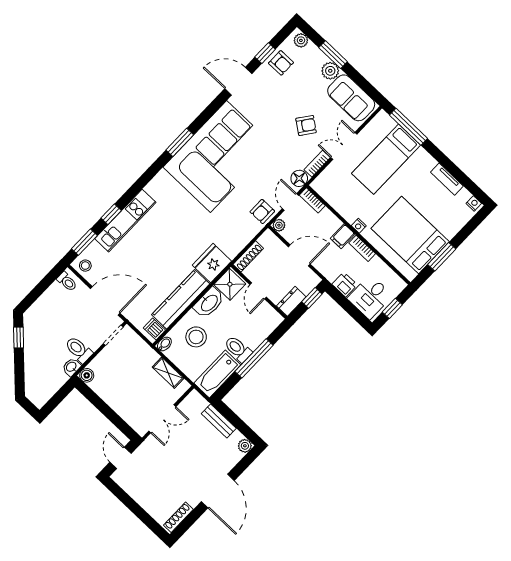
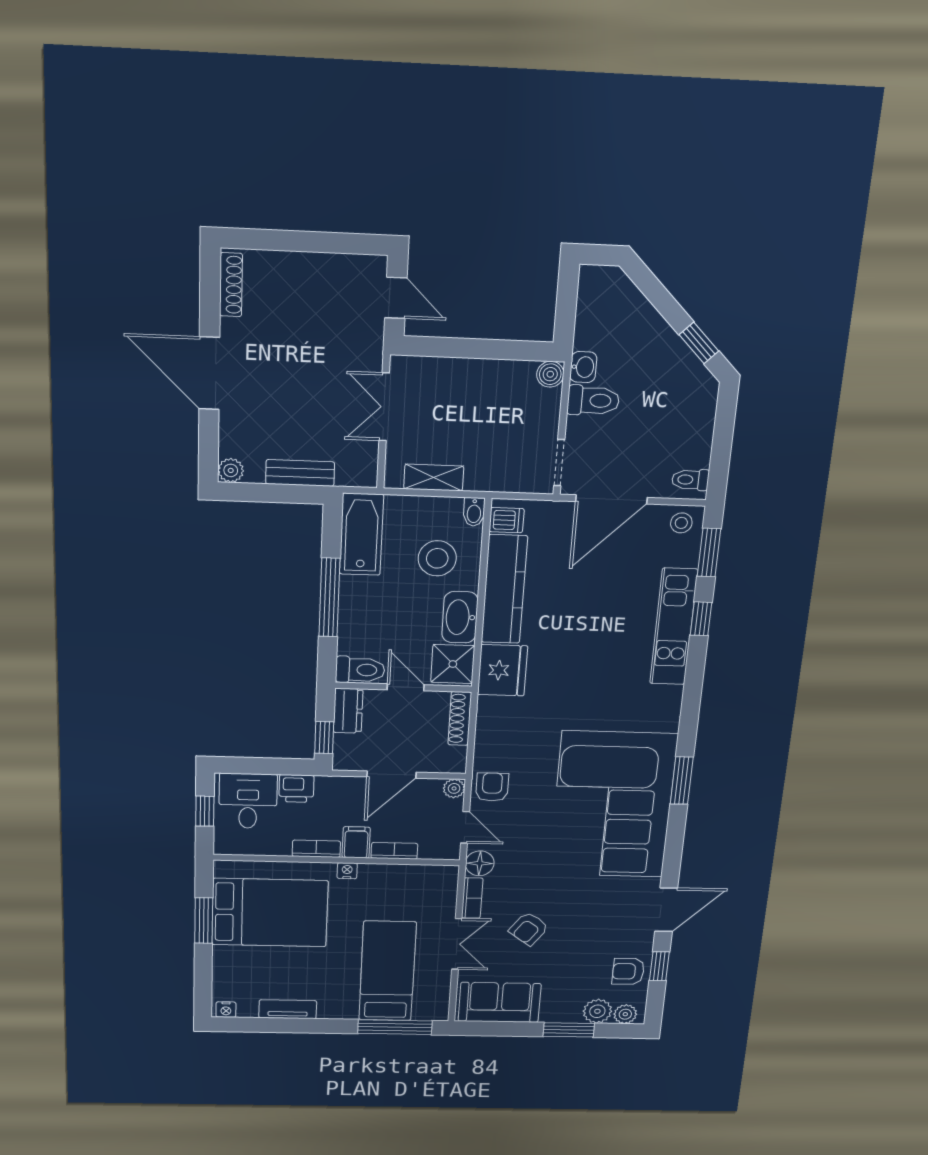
plant: (330, 71) -> (597, 1011), moved
bookcase: (312, 200) -> (394, 851), moved
toilet: (238, 349) -> (360, 670), moved

